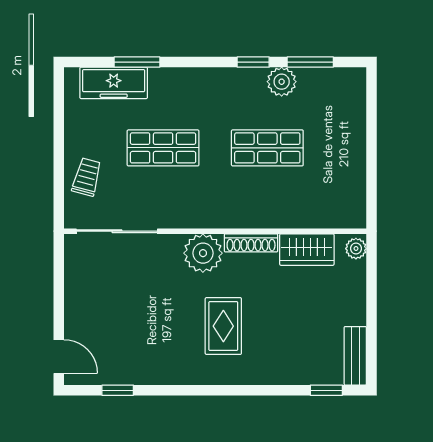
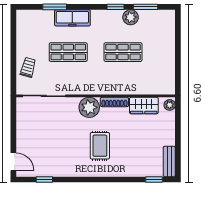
freezer: (114, 83) -> (72, 18), moved

